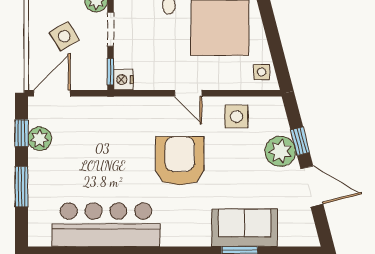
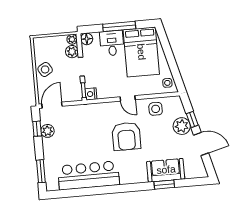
side table: (64, 36) -> (45, 69), moved
armchair: (180, 161) -> (126, 136), turned 180
window: (21, 186) -> (41, 171), moved

